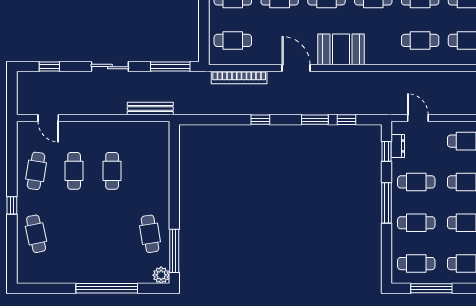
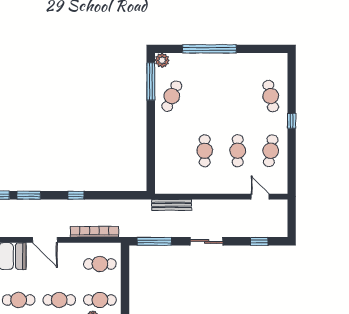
cafe table: (150, 234) -> (172, 96), turned 33

